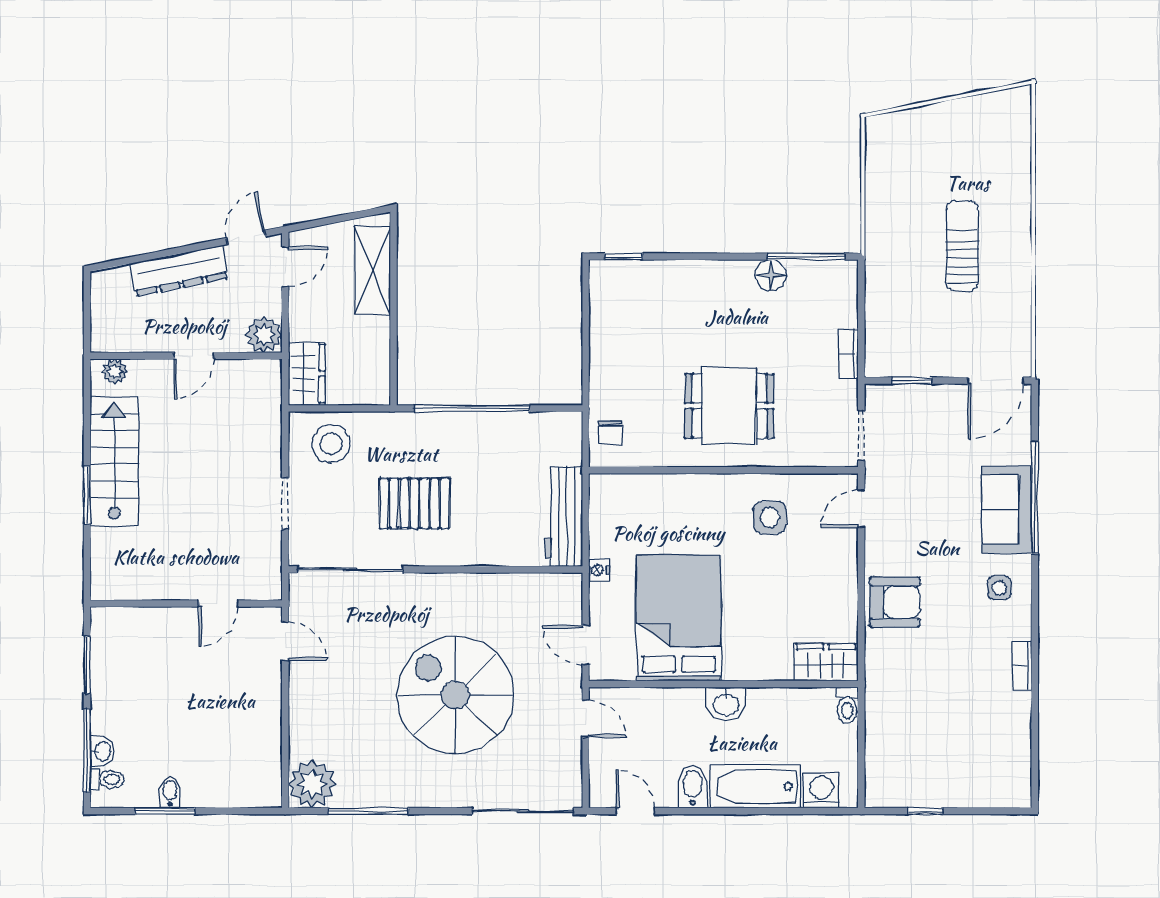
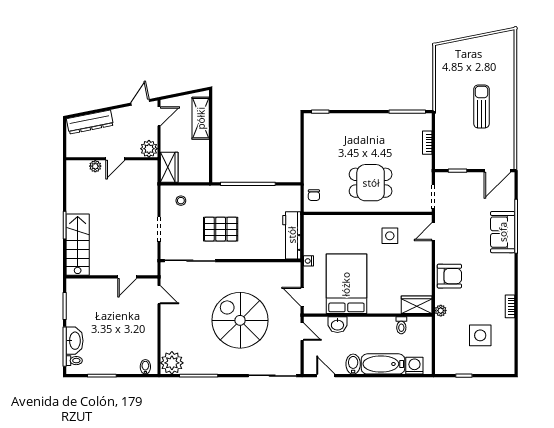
dresser: (179, 271) -> (90, 122), moved
floor lamp: (771, 275) -> (390, 120), removed
bookcase: (848, 354) -> (427, 143), moved
plant: (115, 371) -> (95, 166), moved
stool: (331, 444) -> (181, 201), width x0.53, depth x0.53
stairs: (114, 461) -> (78, 245), moved
side table: (999, 588) -> (480, 335), moved, width x1.87, depth x1.87
plant: (876, 674) -> (441, 311), added
washbasin: (726, 704) -> (337, 325), moved
toilet: (847, 705) -> (401, 325), moved
washbasin: (102, 751) -> (74, 341), width x1.91, depth x1.45
bidet: (170, 792) -> (145, 367), moved

